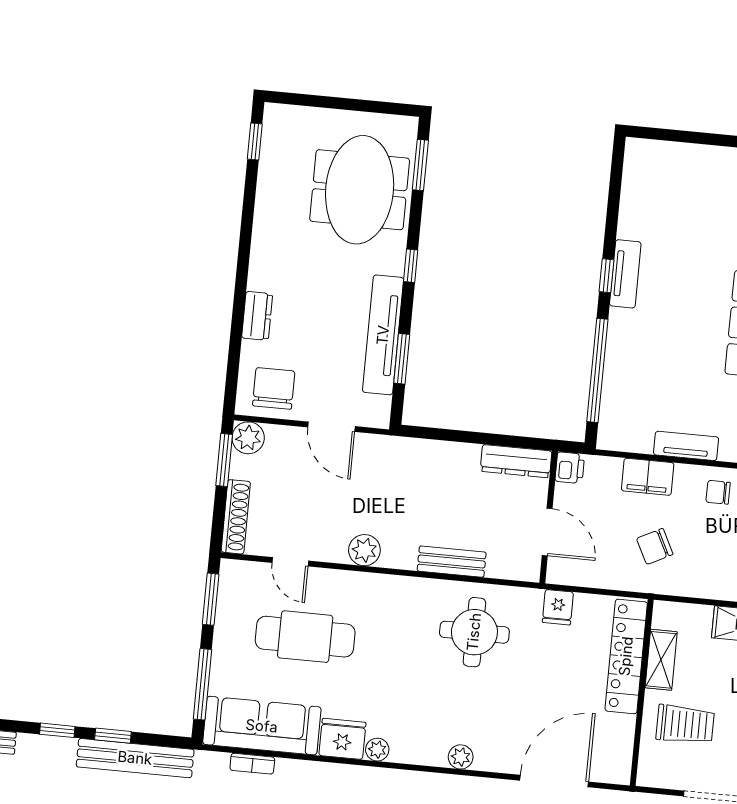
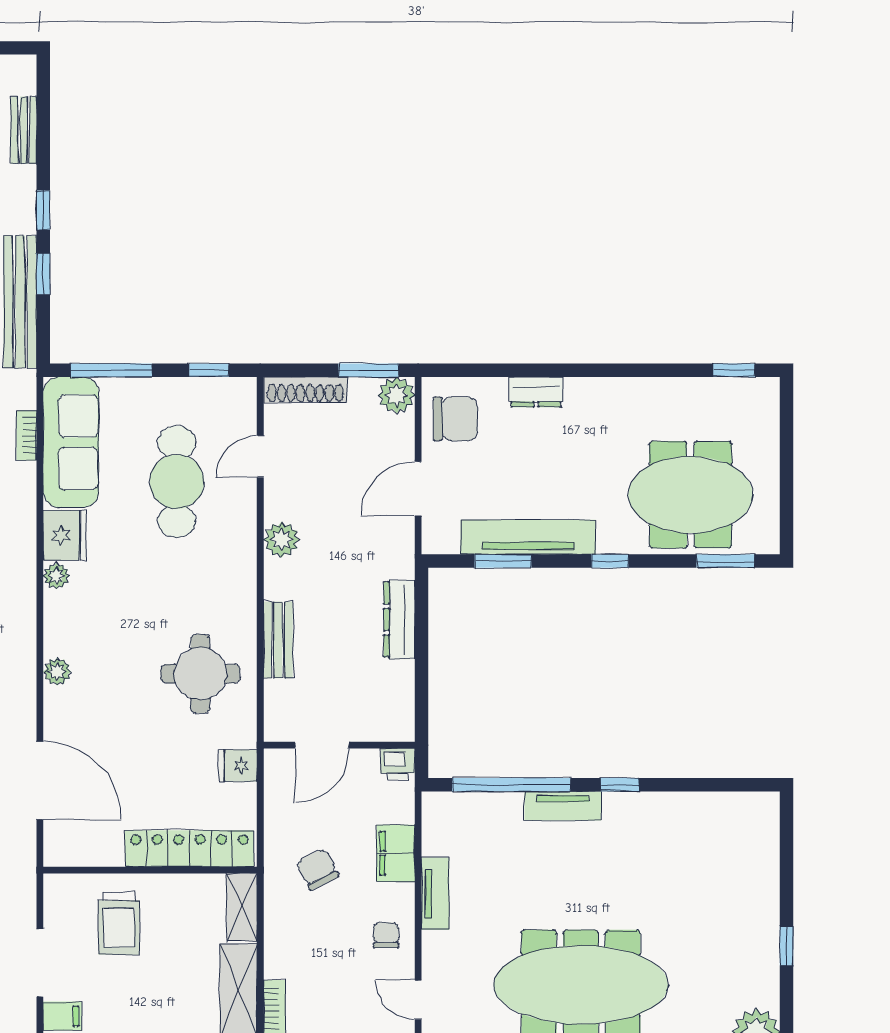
tv unit: (625, 274) -> (563, 806), moved
dresser: (516, 461) -> (399, 620), moved
window: (211, 599) -> (209, 370), width x0.67
shelving: (661, 660) -> (242, 907), moved, turned 90

